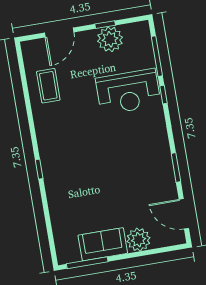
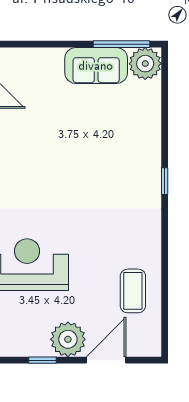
plant: (110, 39) -> (68, 339), moved
plant: (139, 240) -> (145, 64), moved

